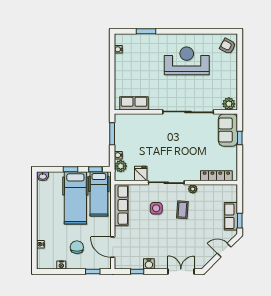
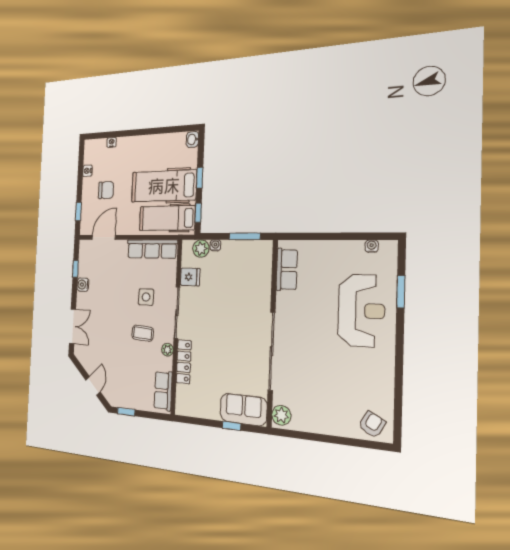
reception desk: (187, 61) -> (361, 311), moved
locker: (216, 176) -> (184, 362), moved
row of seats: (231, 216) -> (163, 391), moved, turned -90

